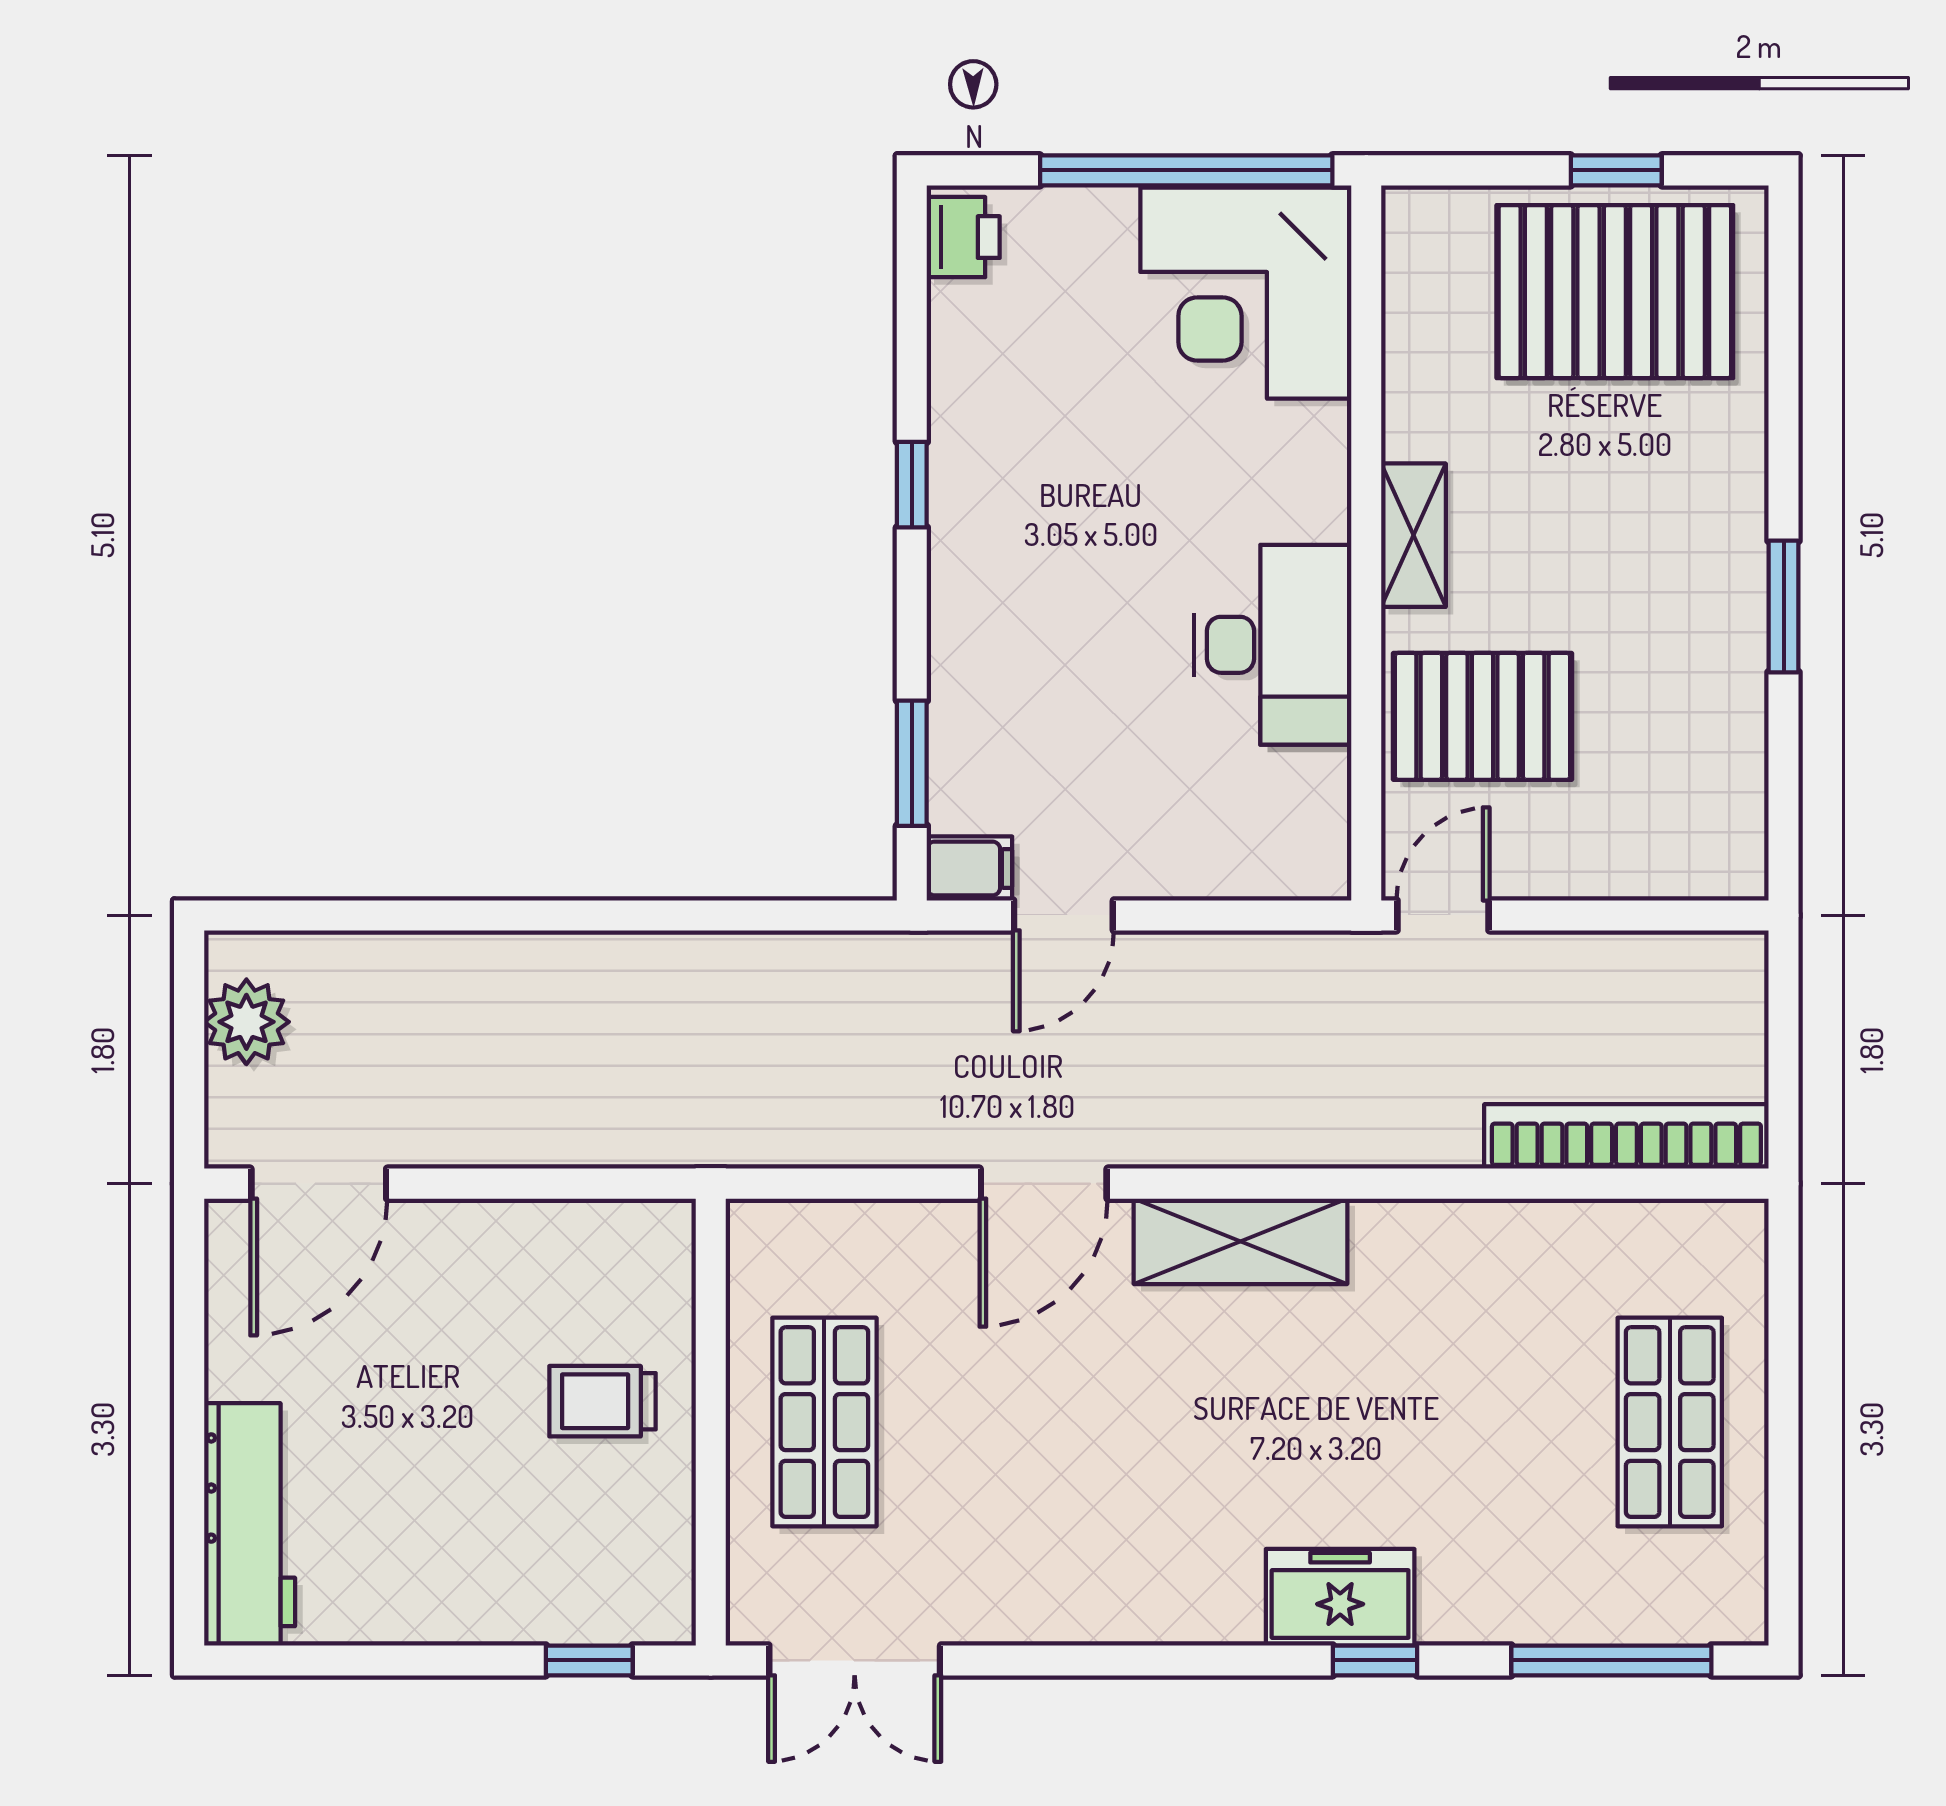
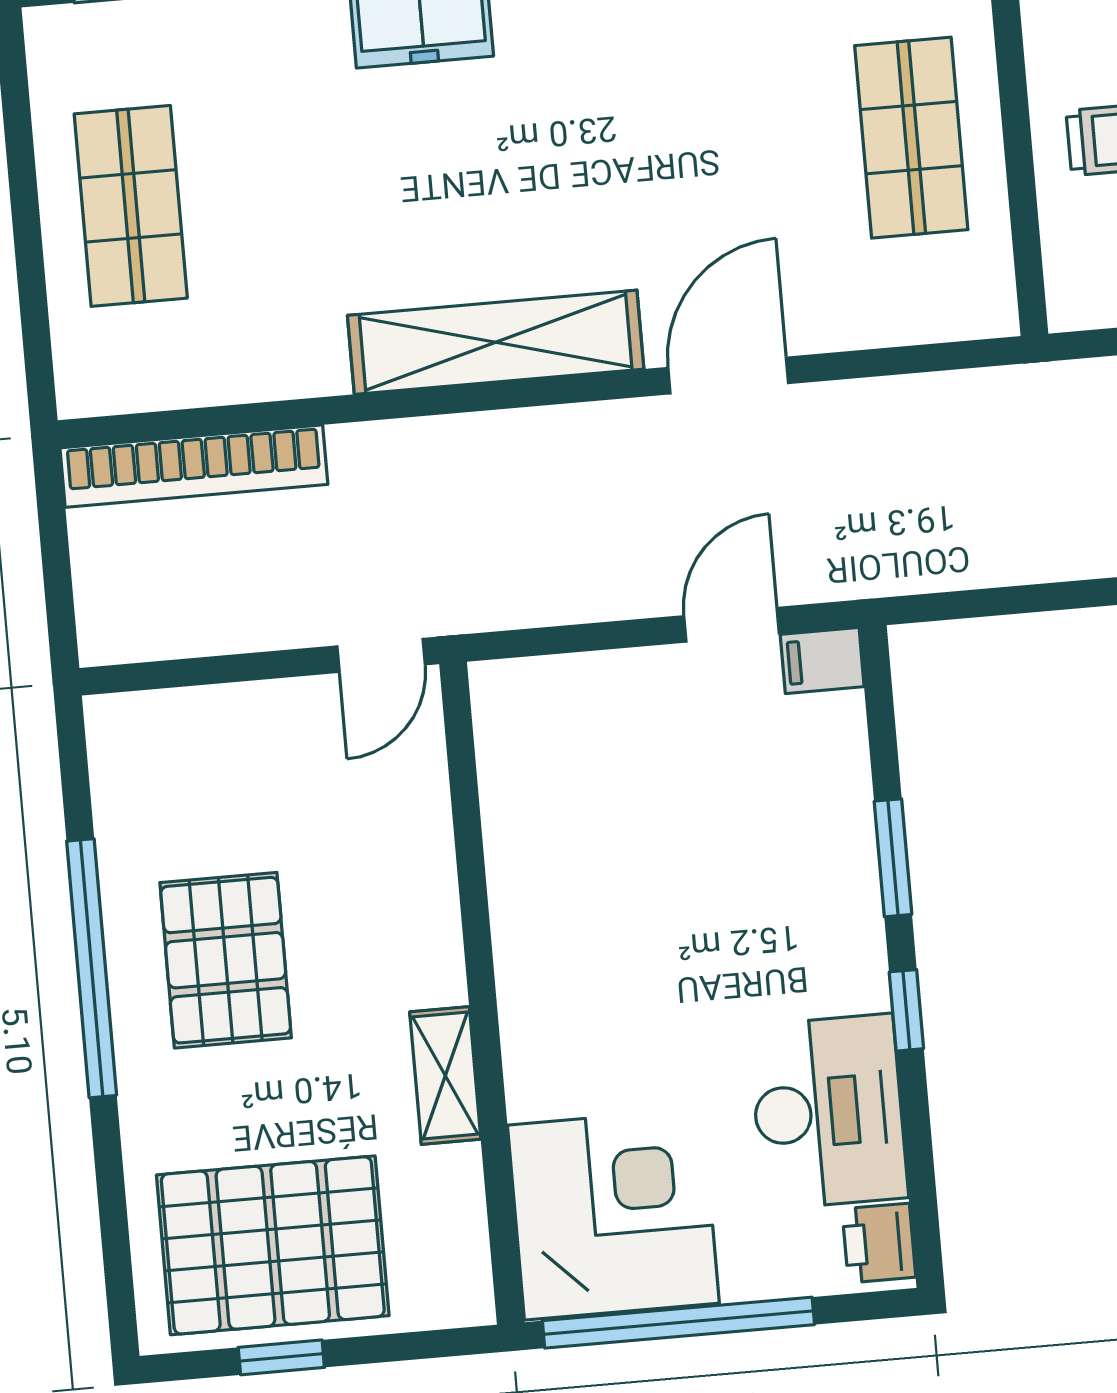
shelving: (1413, 535) -> (445, 1076), moved
window: (1784, 607) -> (92, 968), width x2.11
desk: (1273, 645) -> (828, 1112), moved, turned 180
pallet: (1483, 716) -> (226, 960), moved, turned 90
window: (912, 763) -> (893, 858), moved
shelving: (1241, 1241) -> (496, 342), width x1.47

